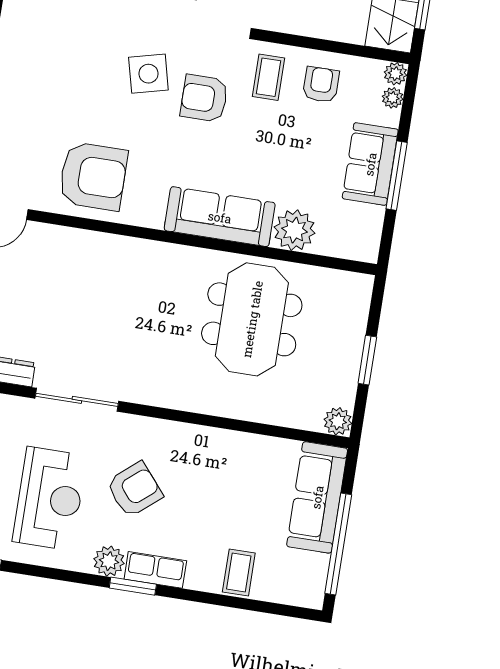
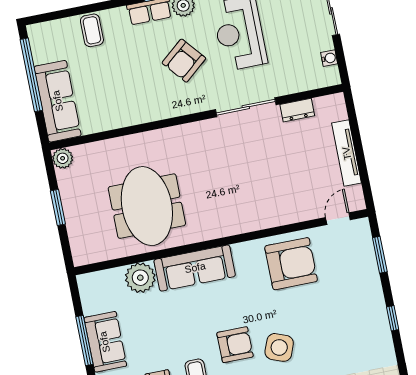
side table: (148, 74) -> (279, 347), turned 35
armchair: (93, 176) -> (291, 264), turned 180

